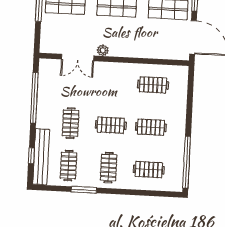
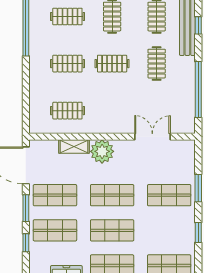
plant: (103, 50) -> (102, 151), moved, width x1.88, depth x1.88
shelving: (149, 52) -> (74, 146), added

